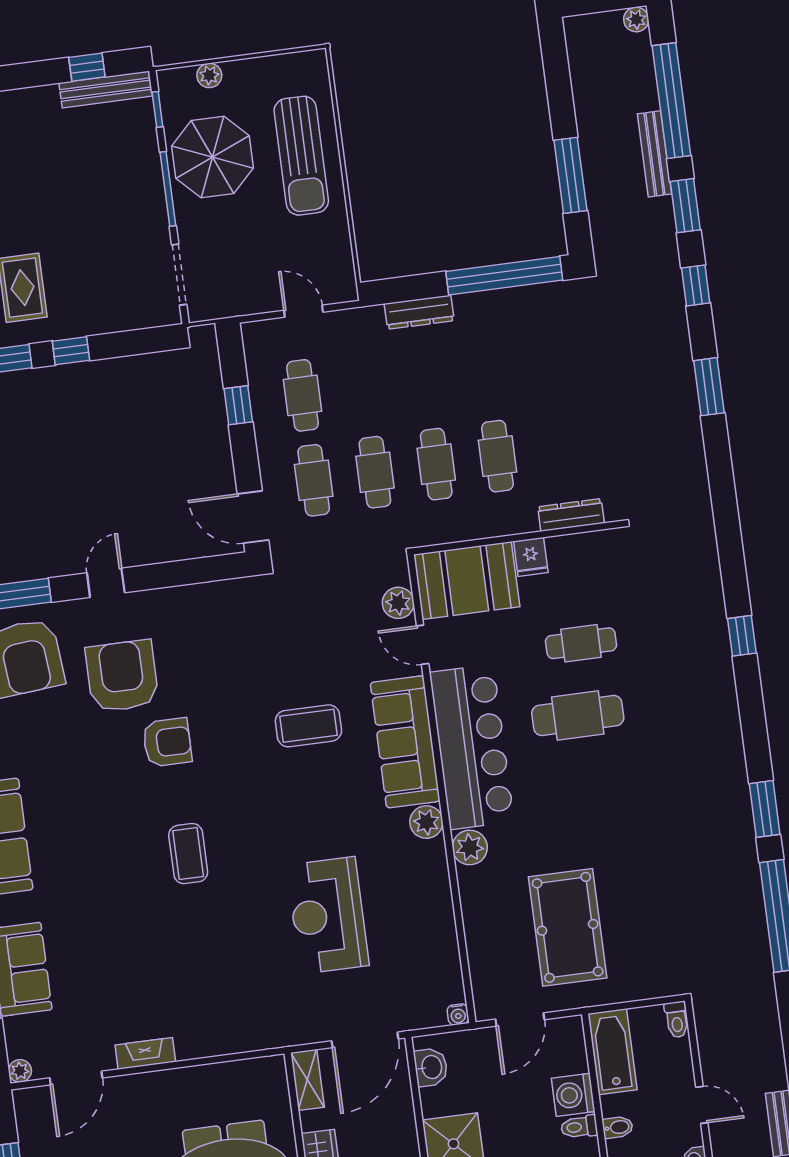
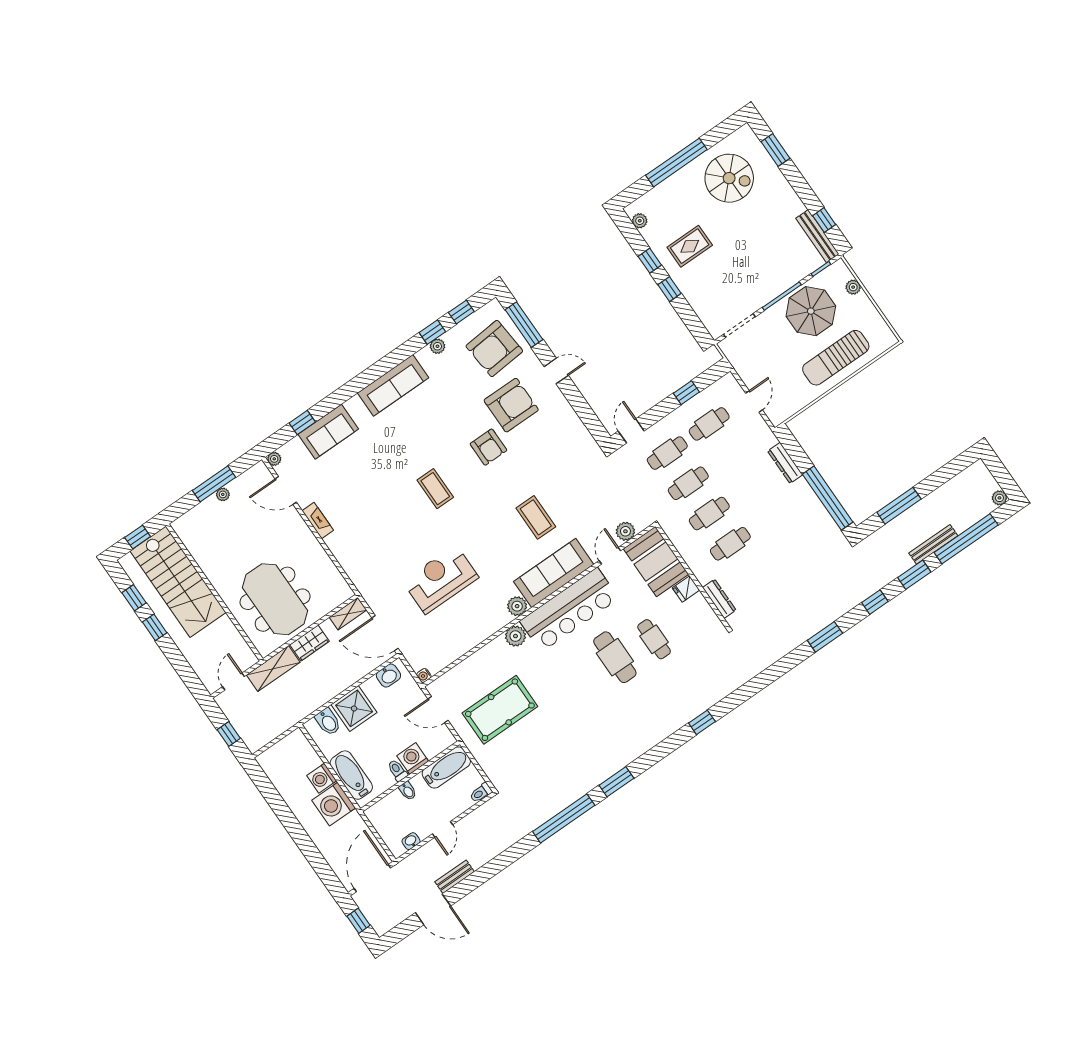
door: (253, 517) -> (631, 431), width x0.73
coffee table: (188, 854) -> (435, 489), turned 90

